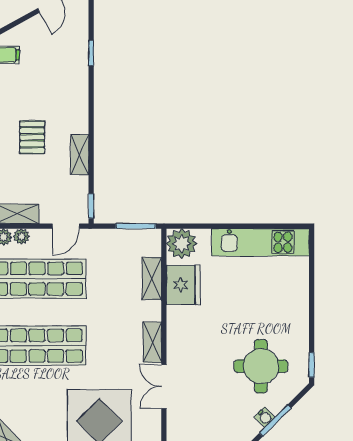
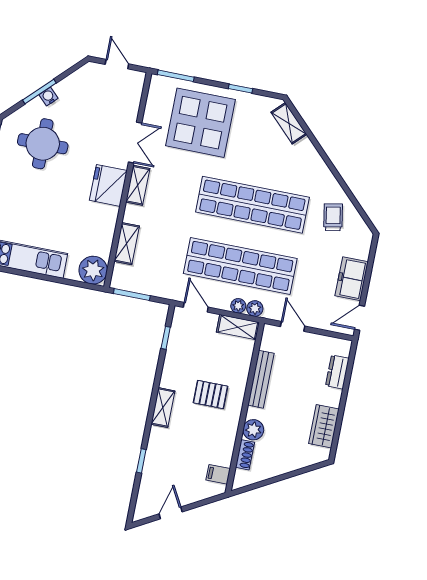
pallet: (32, 137) -> (210, 394), turned 90
shelving: (80, 155) -> (163, 408), moved
window: (91, 206) -> (166, 338), moved
door: (66, 226) -> (196, 307), hinge flipped
fridge: (183, 285) -> (108, 185), moved

